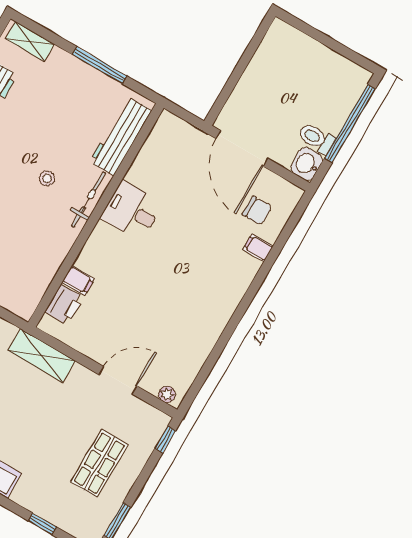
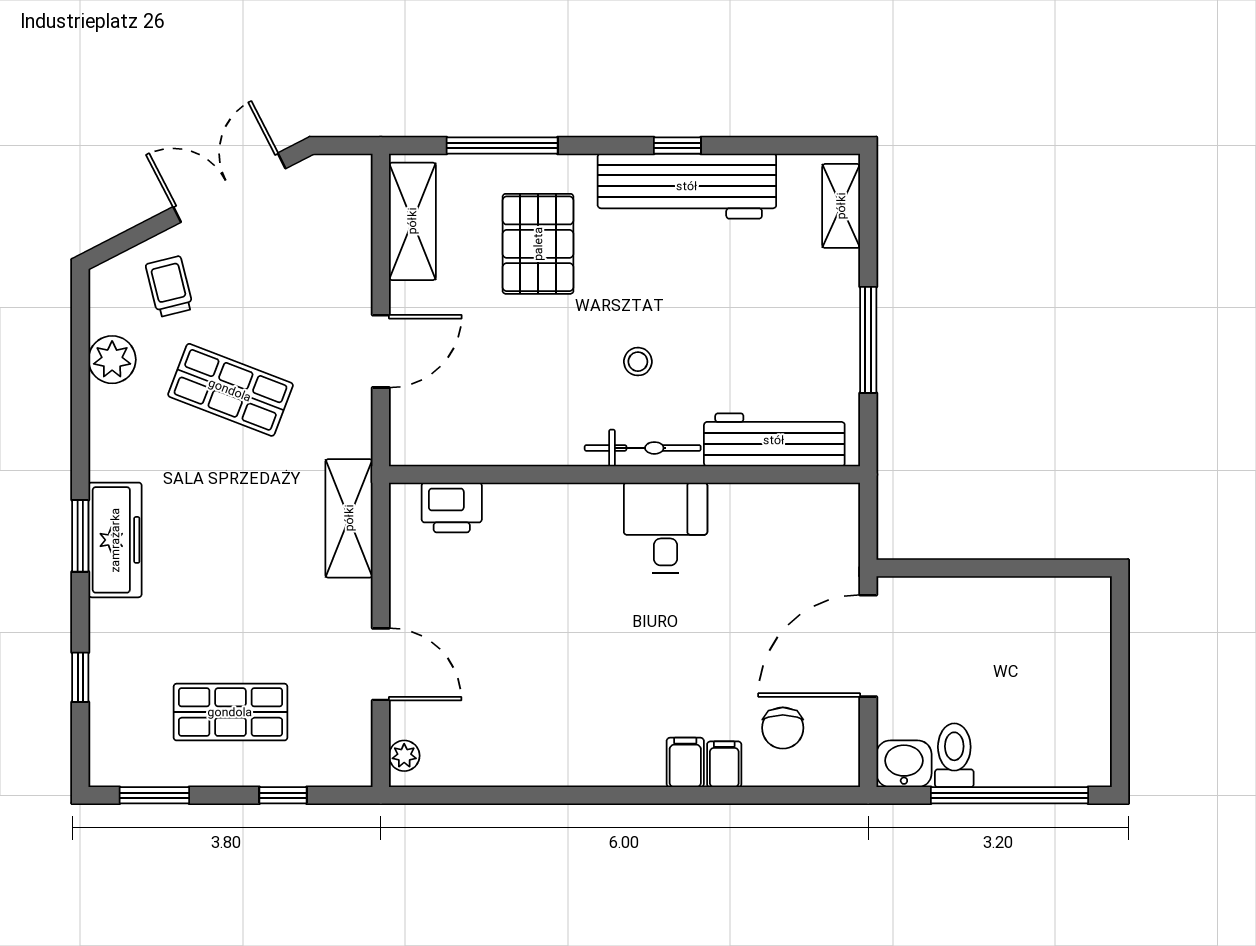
filing cabinet: (78, 280) -> (685, 762), moved, turned 180
window: (165, 440) -> (283, 795), moved

